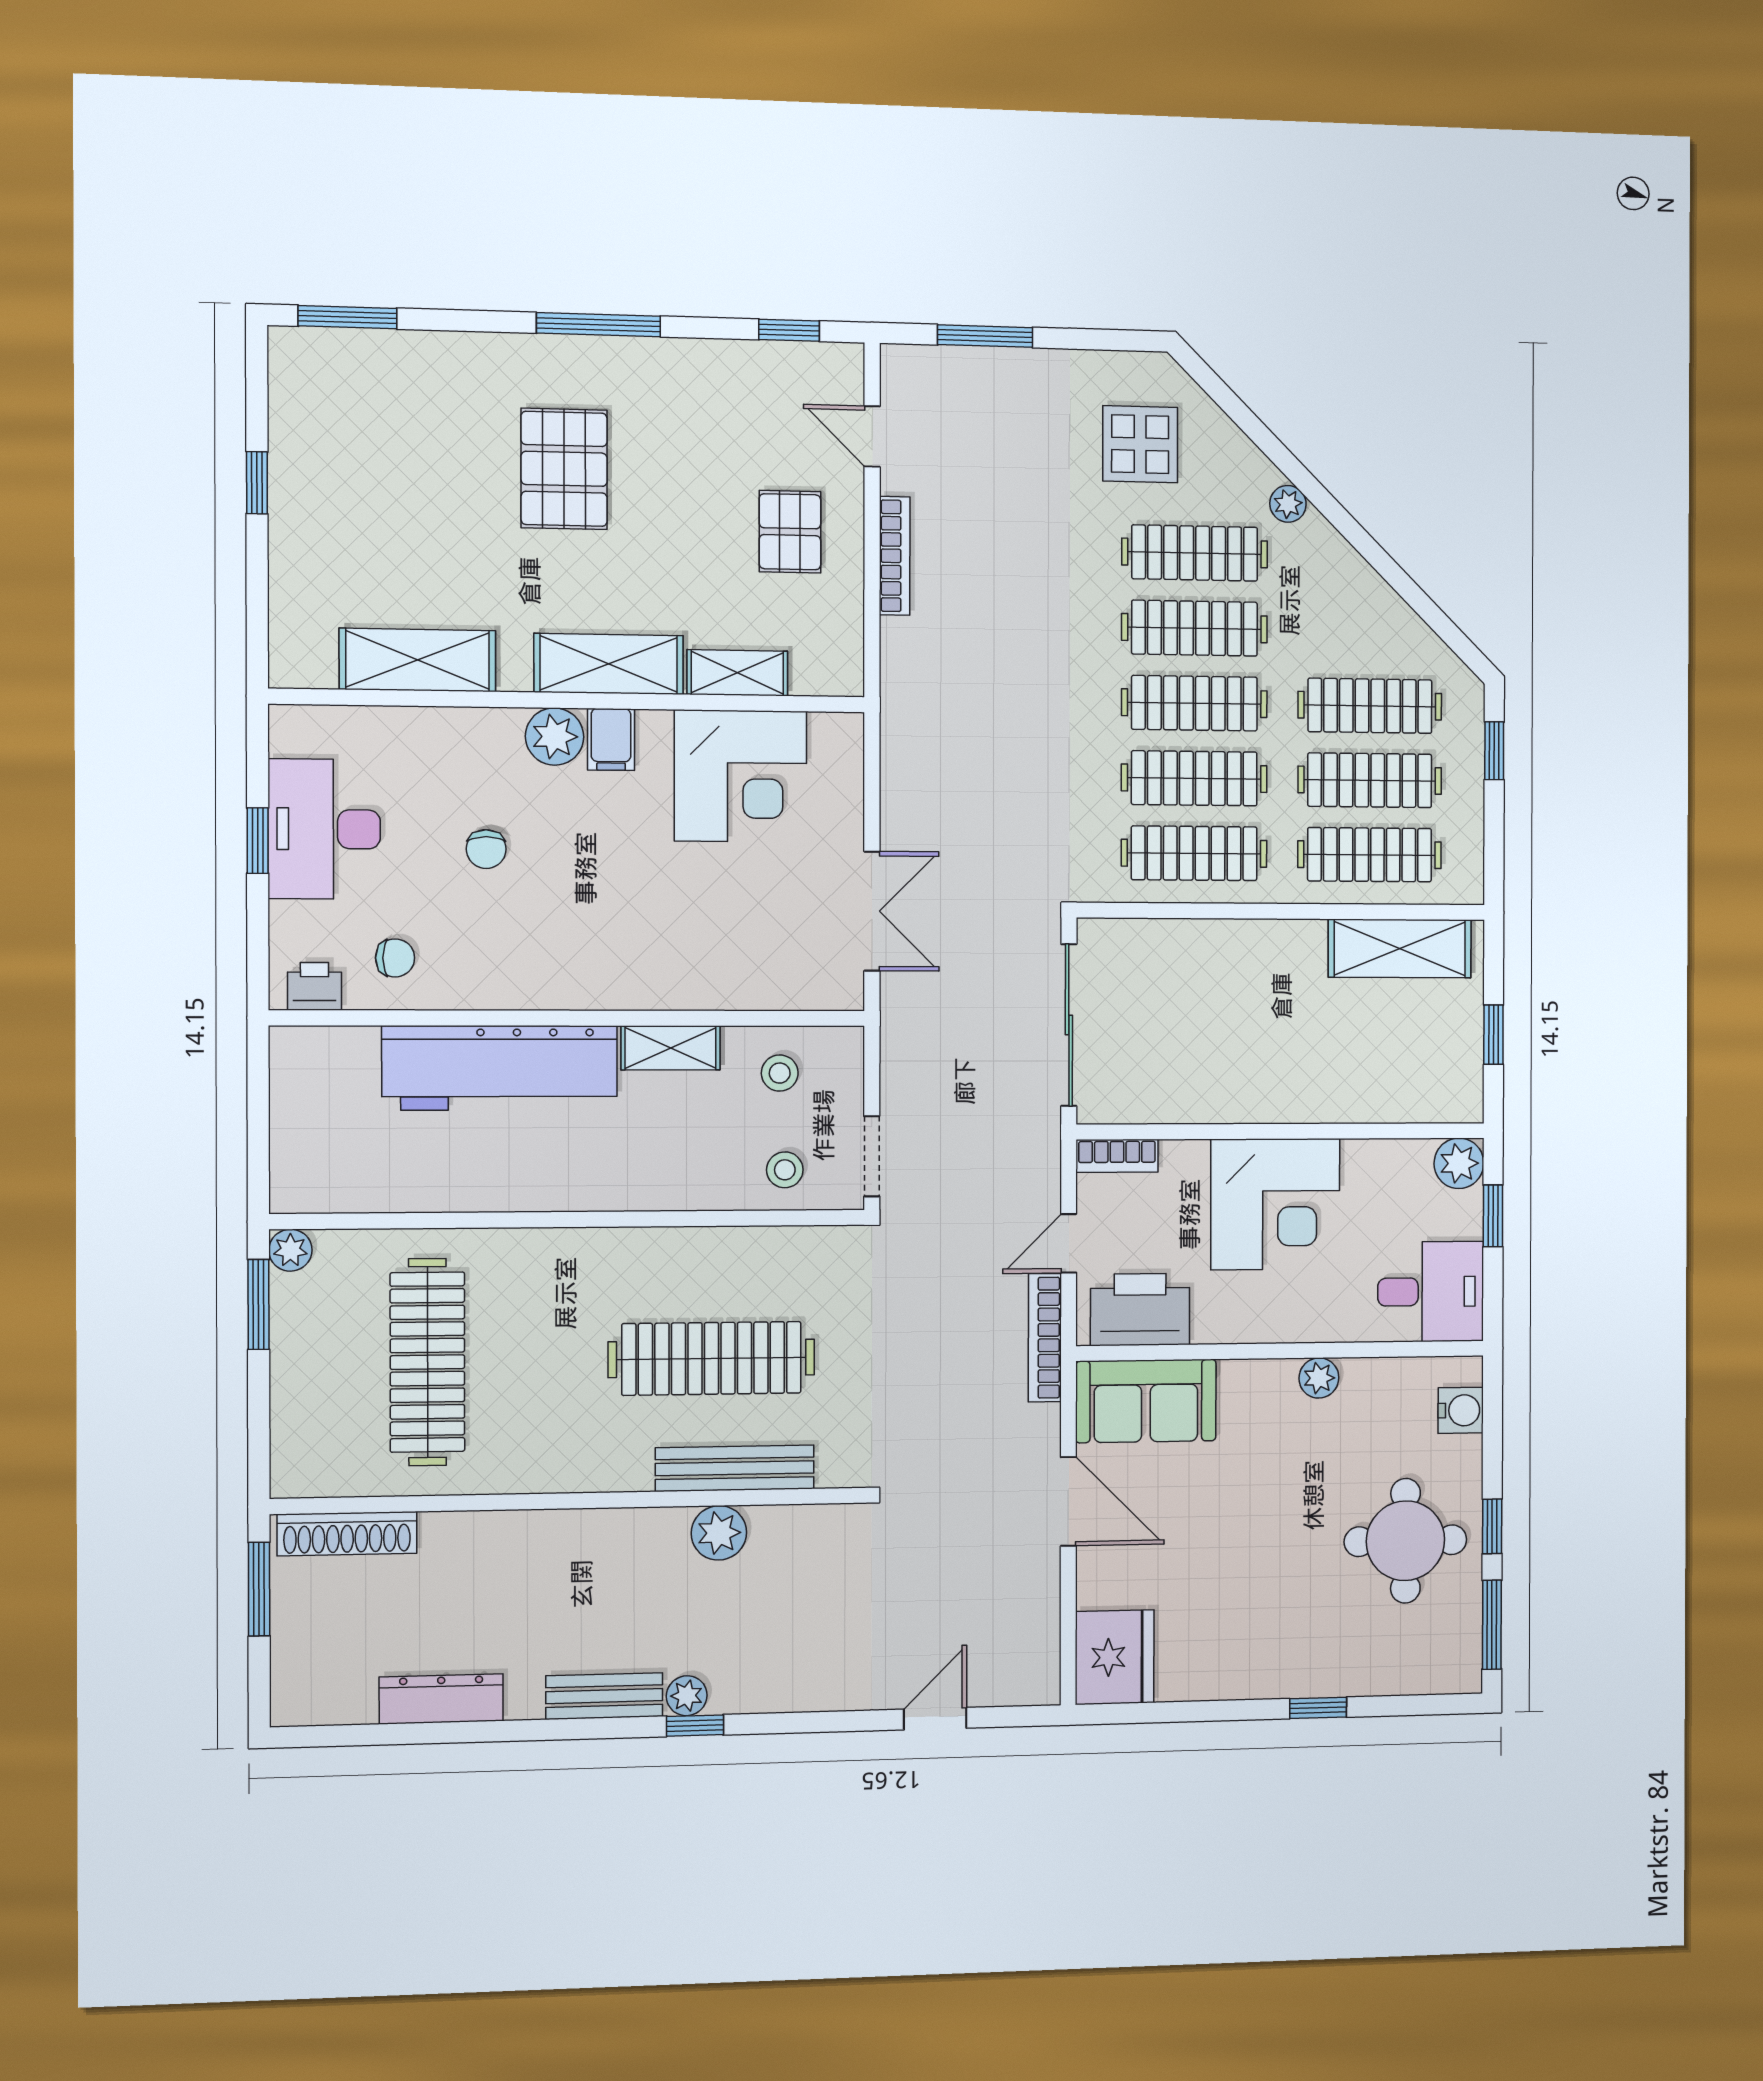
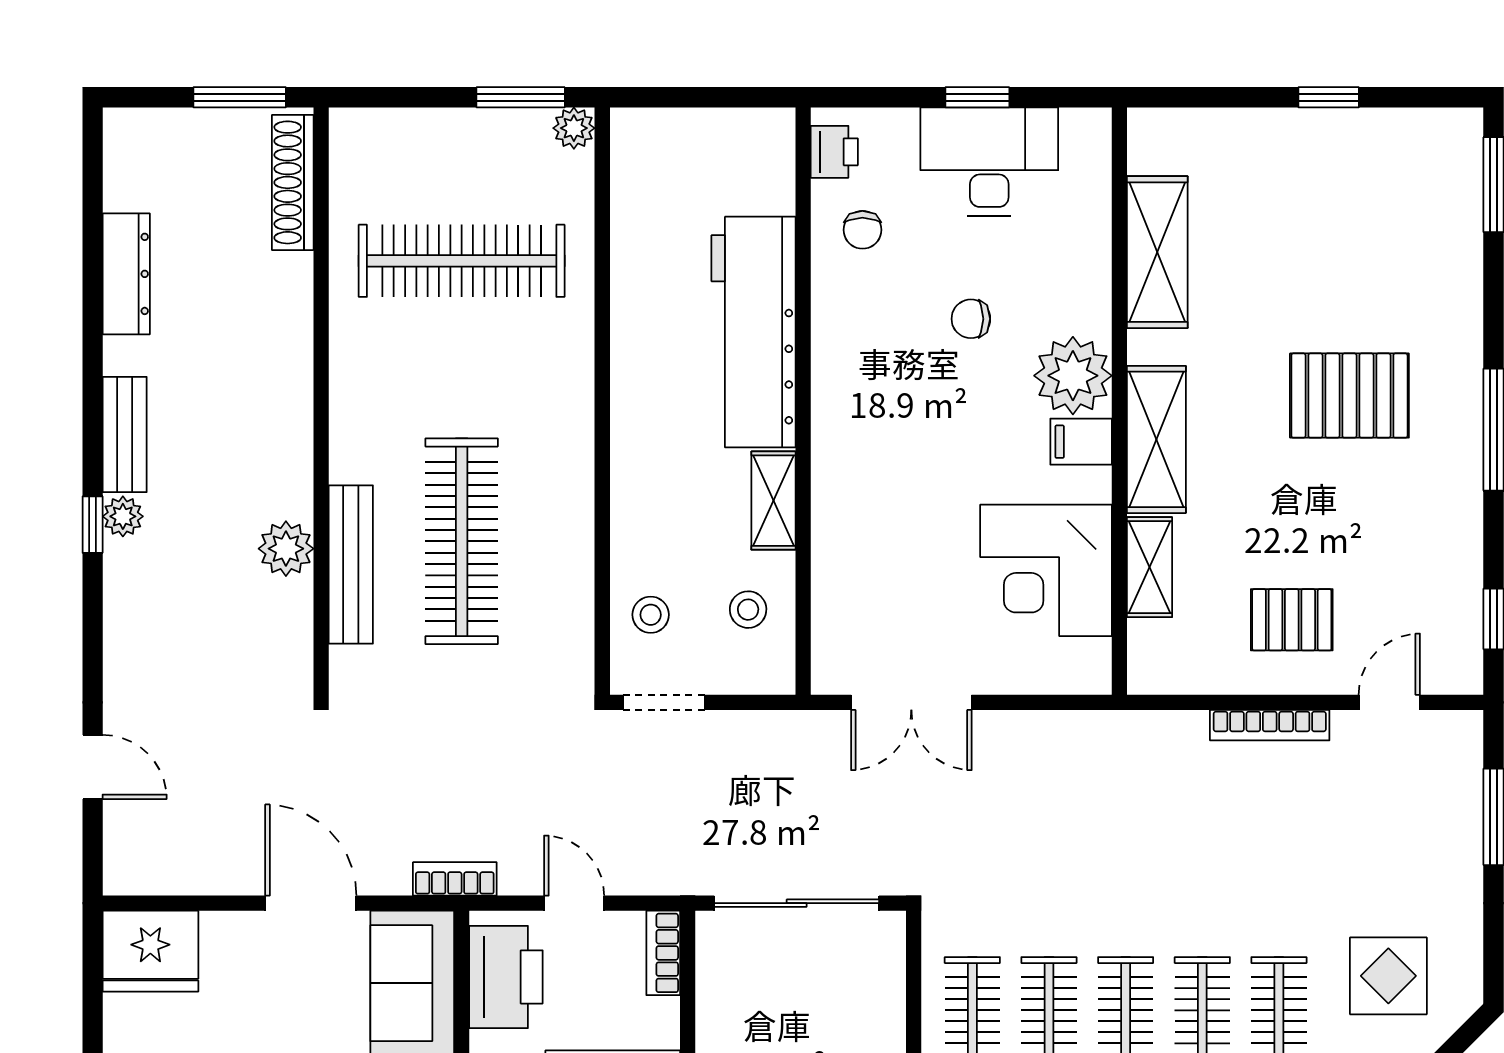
plant: (555, 737) -> (1073, 376), width x1.36, depth x1.36
bookcase: (1045, 1338) -> (455, 879), width x0.64
door: (1068, 1501) -> (311, 903), swing flipped

